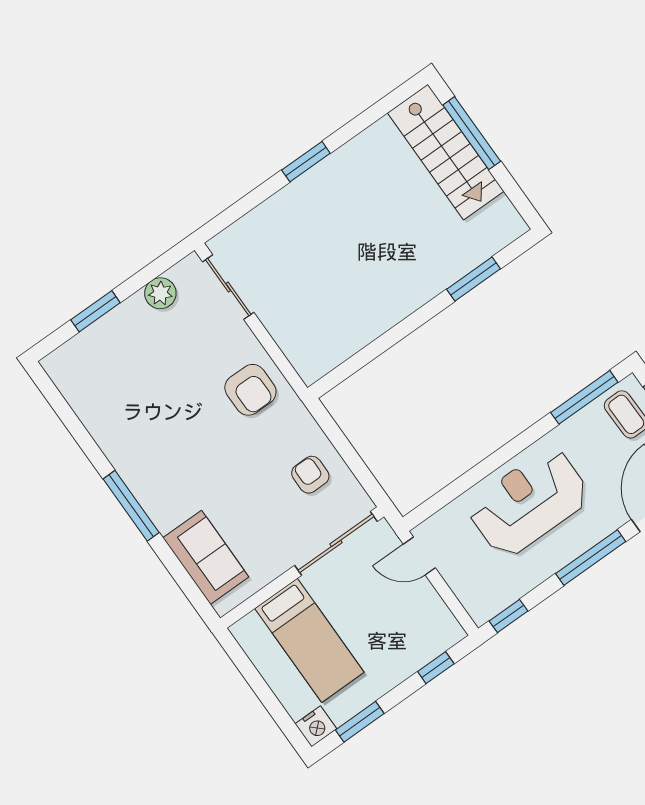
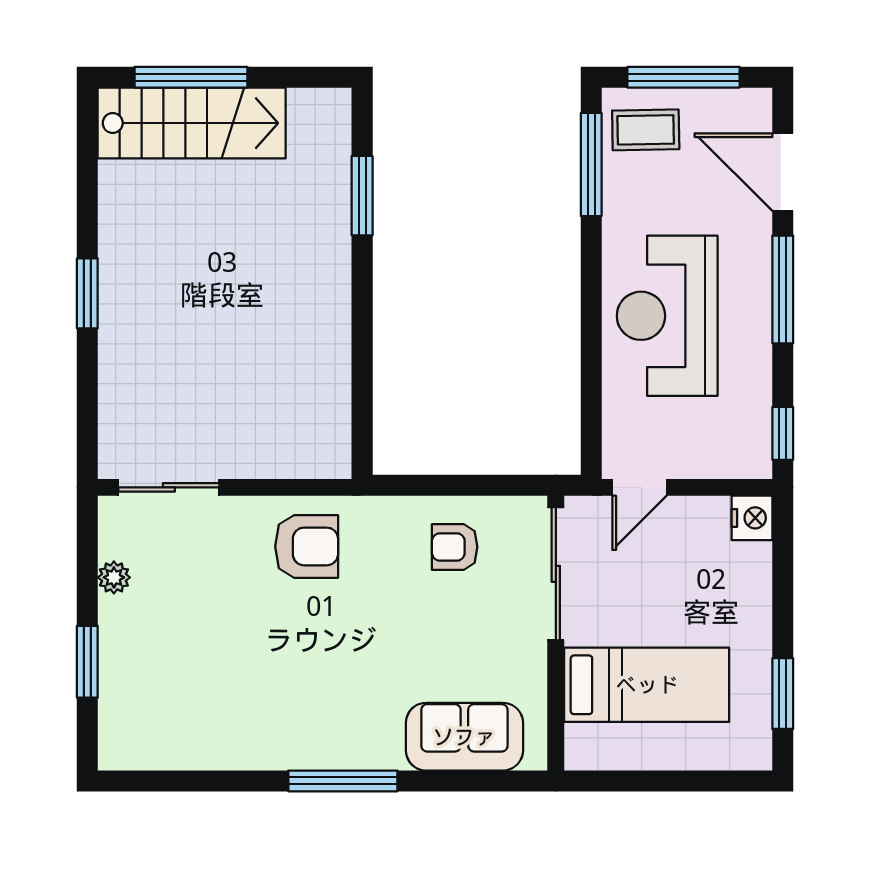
plant: (160, 293) -> (114, 577), width x0.73, depth x0.73
window: (436, 668) -> (783, 560), removed
nightstand: (316, 726) -> (752, 518), moved

